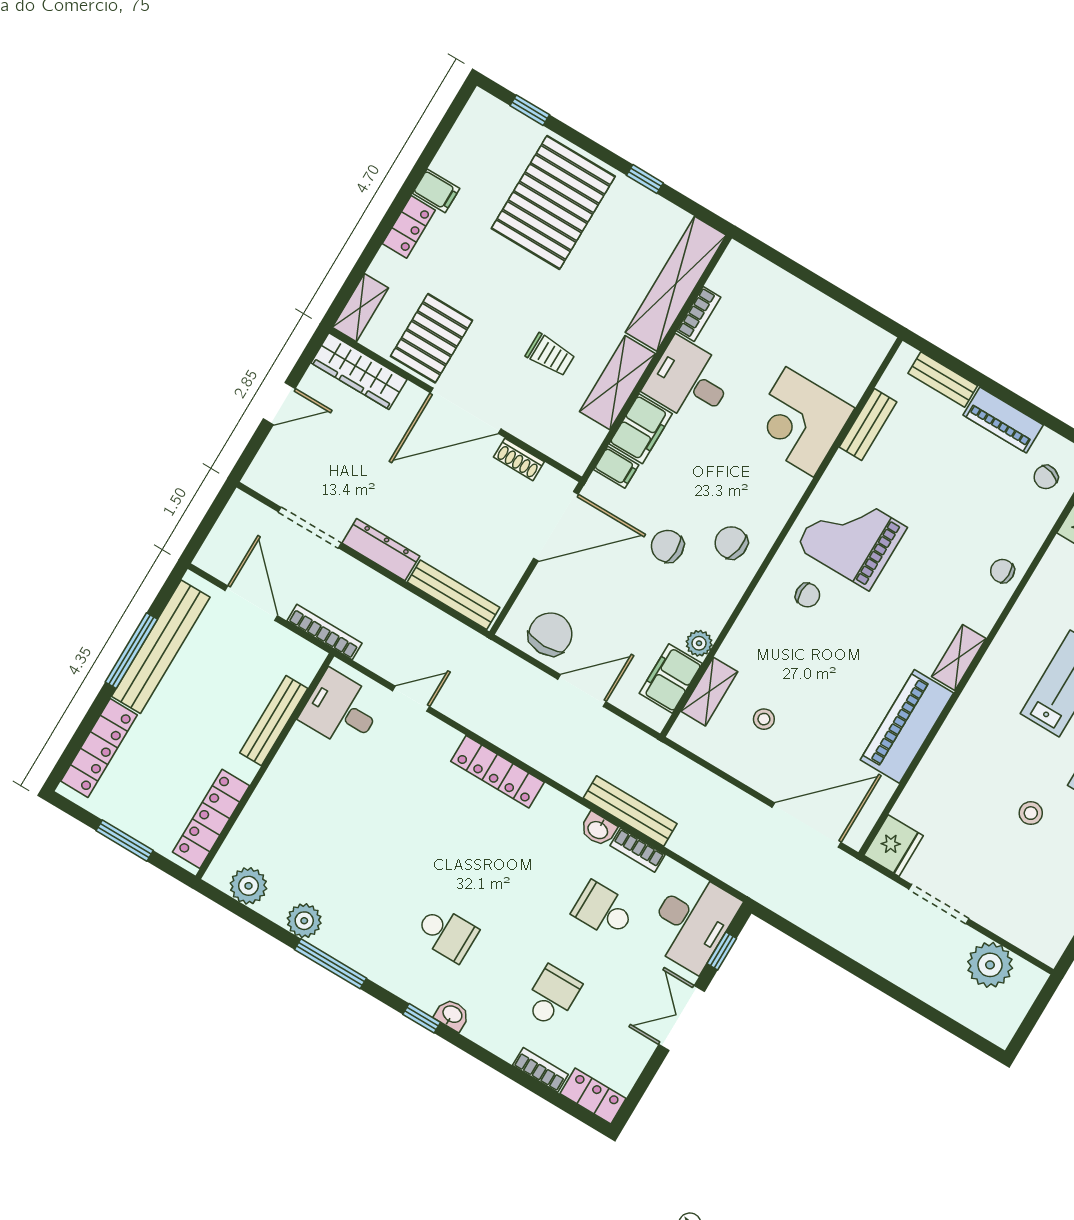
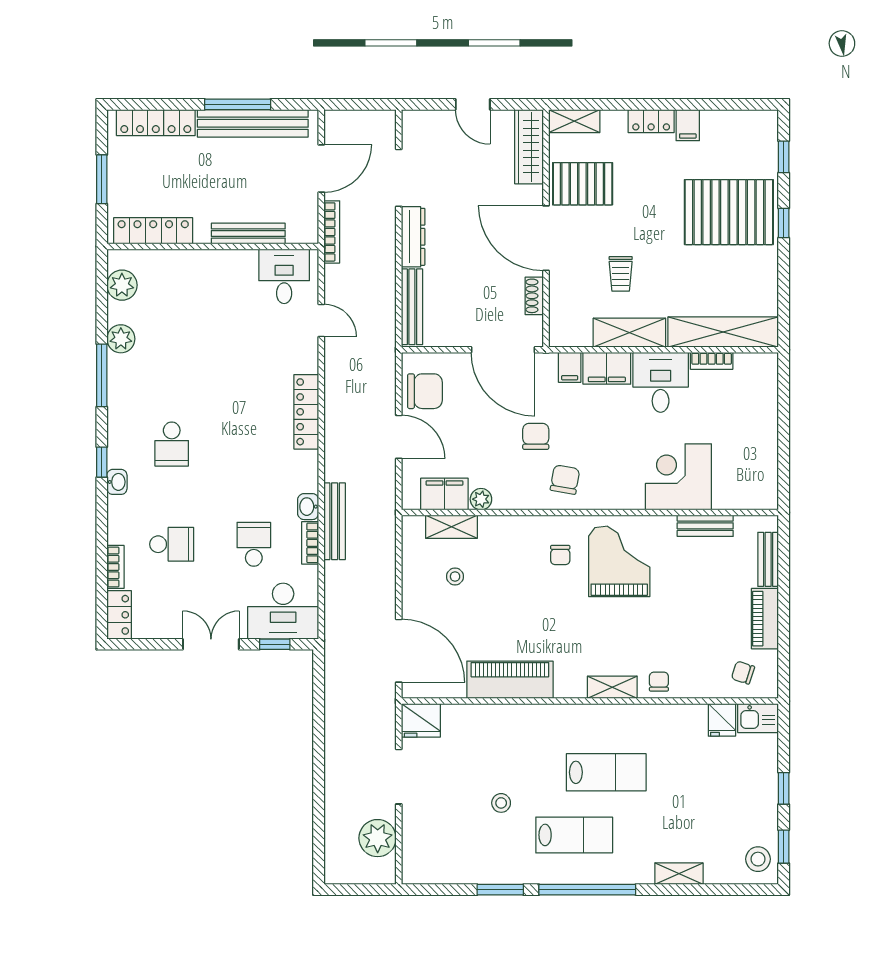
window: (645, 179) -> (784, 223), moved
shelving: (959, 658) -> (612, 687), moved

